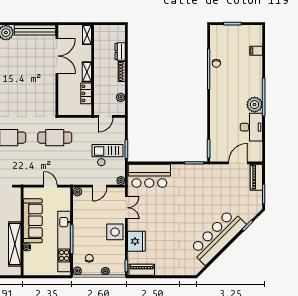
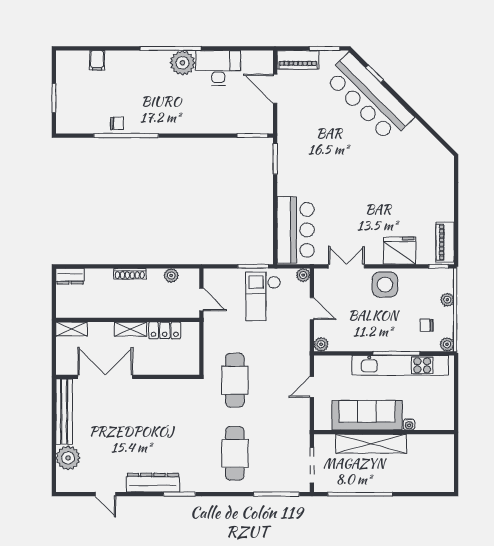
dresser: (120, 52) -> (70, 276), moved
bar counter: (218, 237) -> (369, 98), moved
shelving: (15, 244) -> (371, 444), moved

